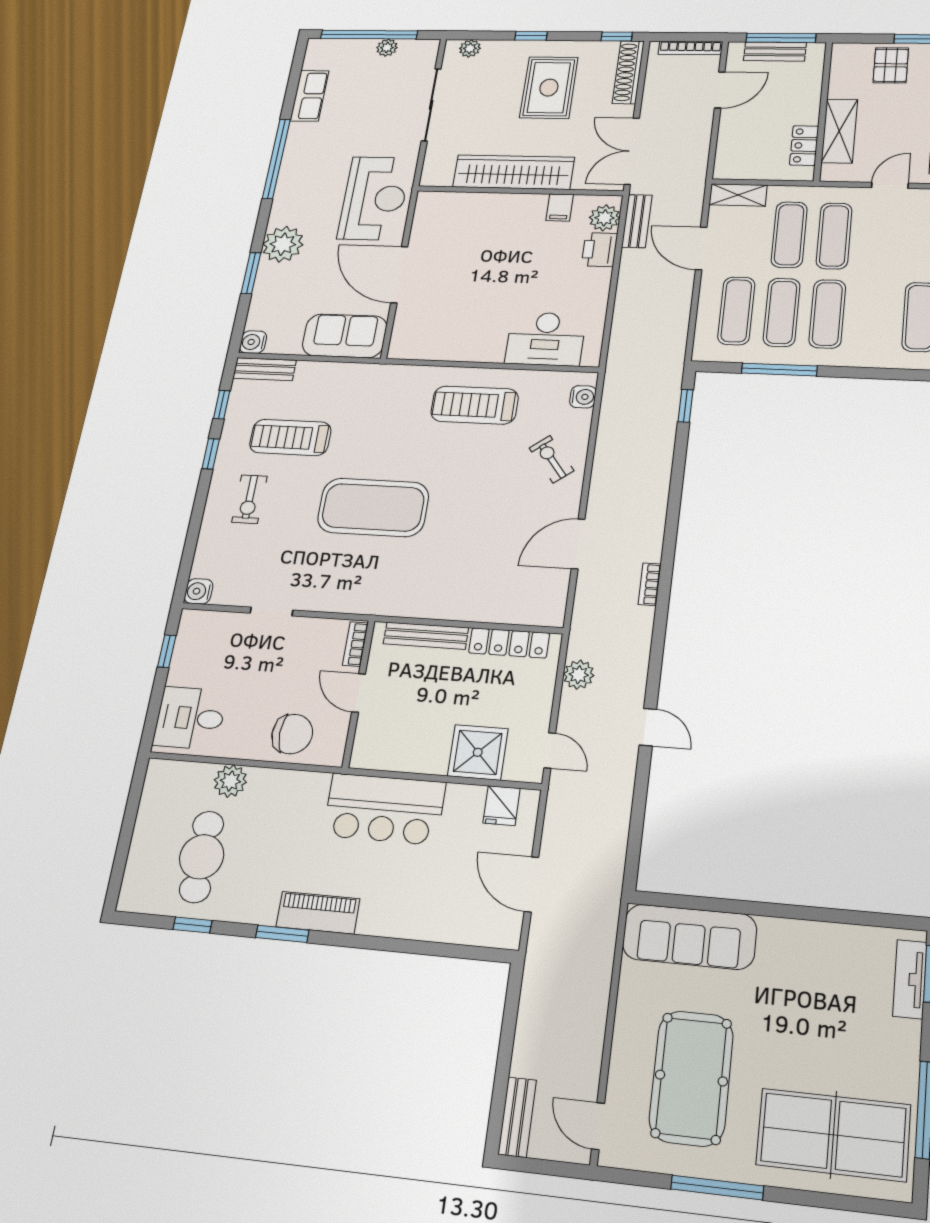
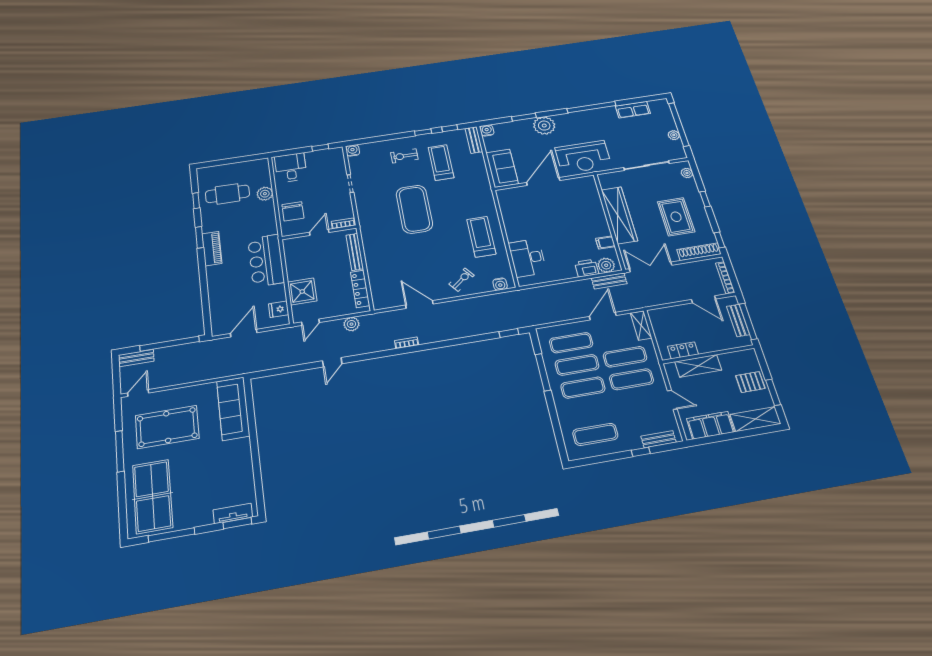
rug: (549, 88) -> (676, 217), turned 90
window: (507, 1040) -> (170, 344), added

